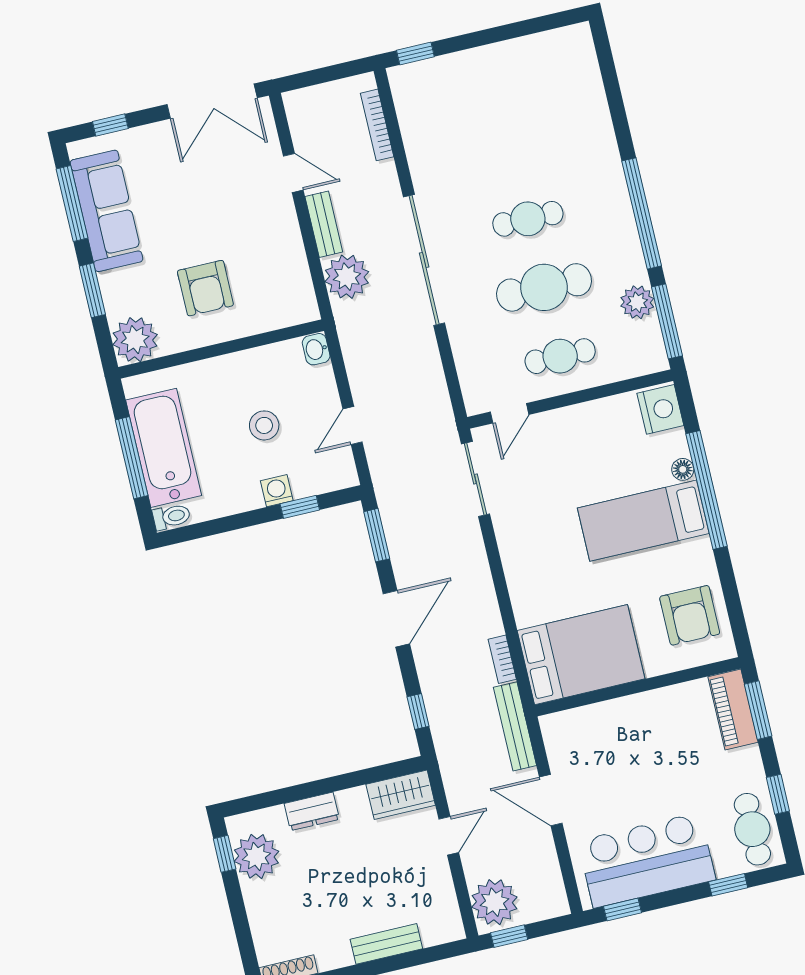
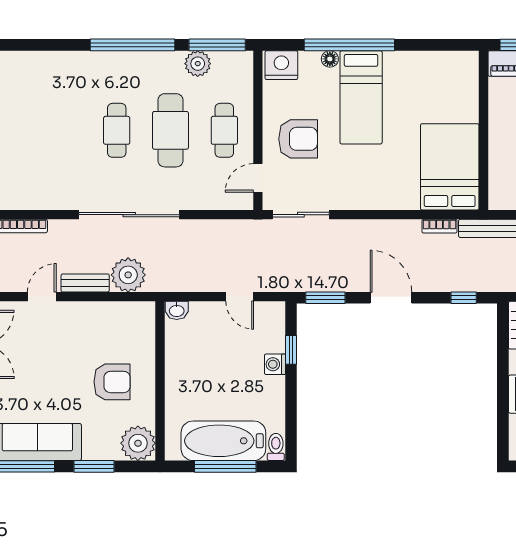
door: (510, 413) -> (258, 178), swing flipped
stool: (264, 425) -> (224, 362), removed
armchair: (690, 615) -> (298, 139), moved

